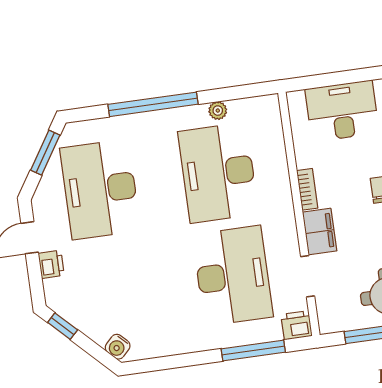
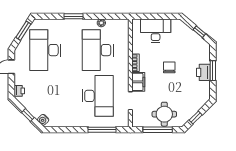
window: (153, 104) -> (73, 16), width x0.47
printer: (51, 264) -> (19, 91), moved
printer: (297, 325) -> (123, 121), removed
window: (63, 326) -> (28, 115), moved

